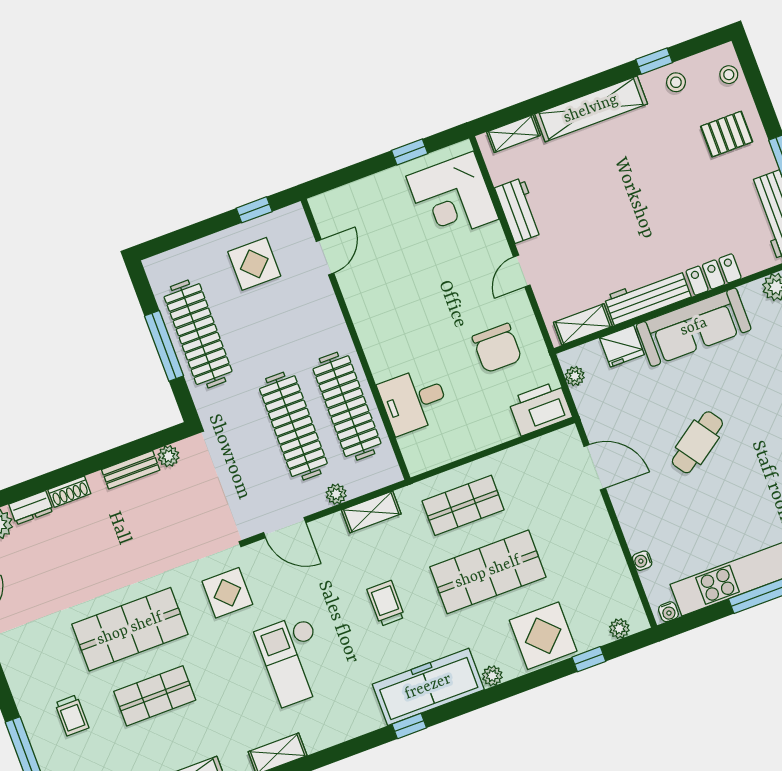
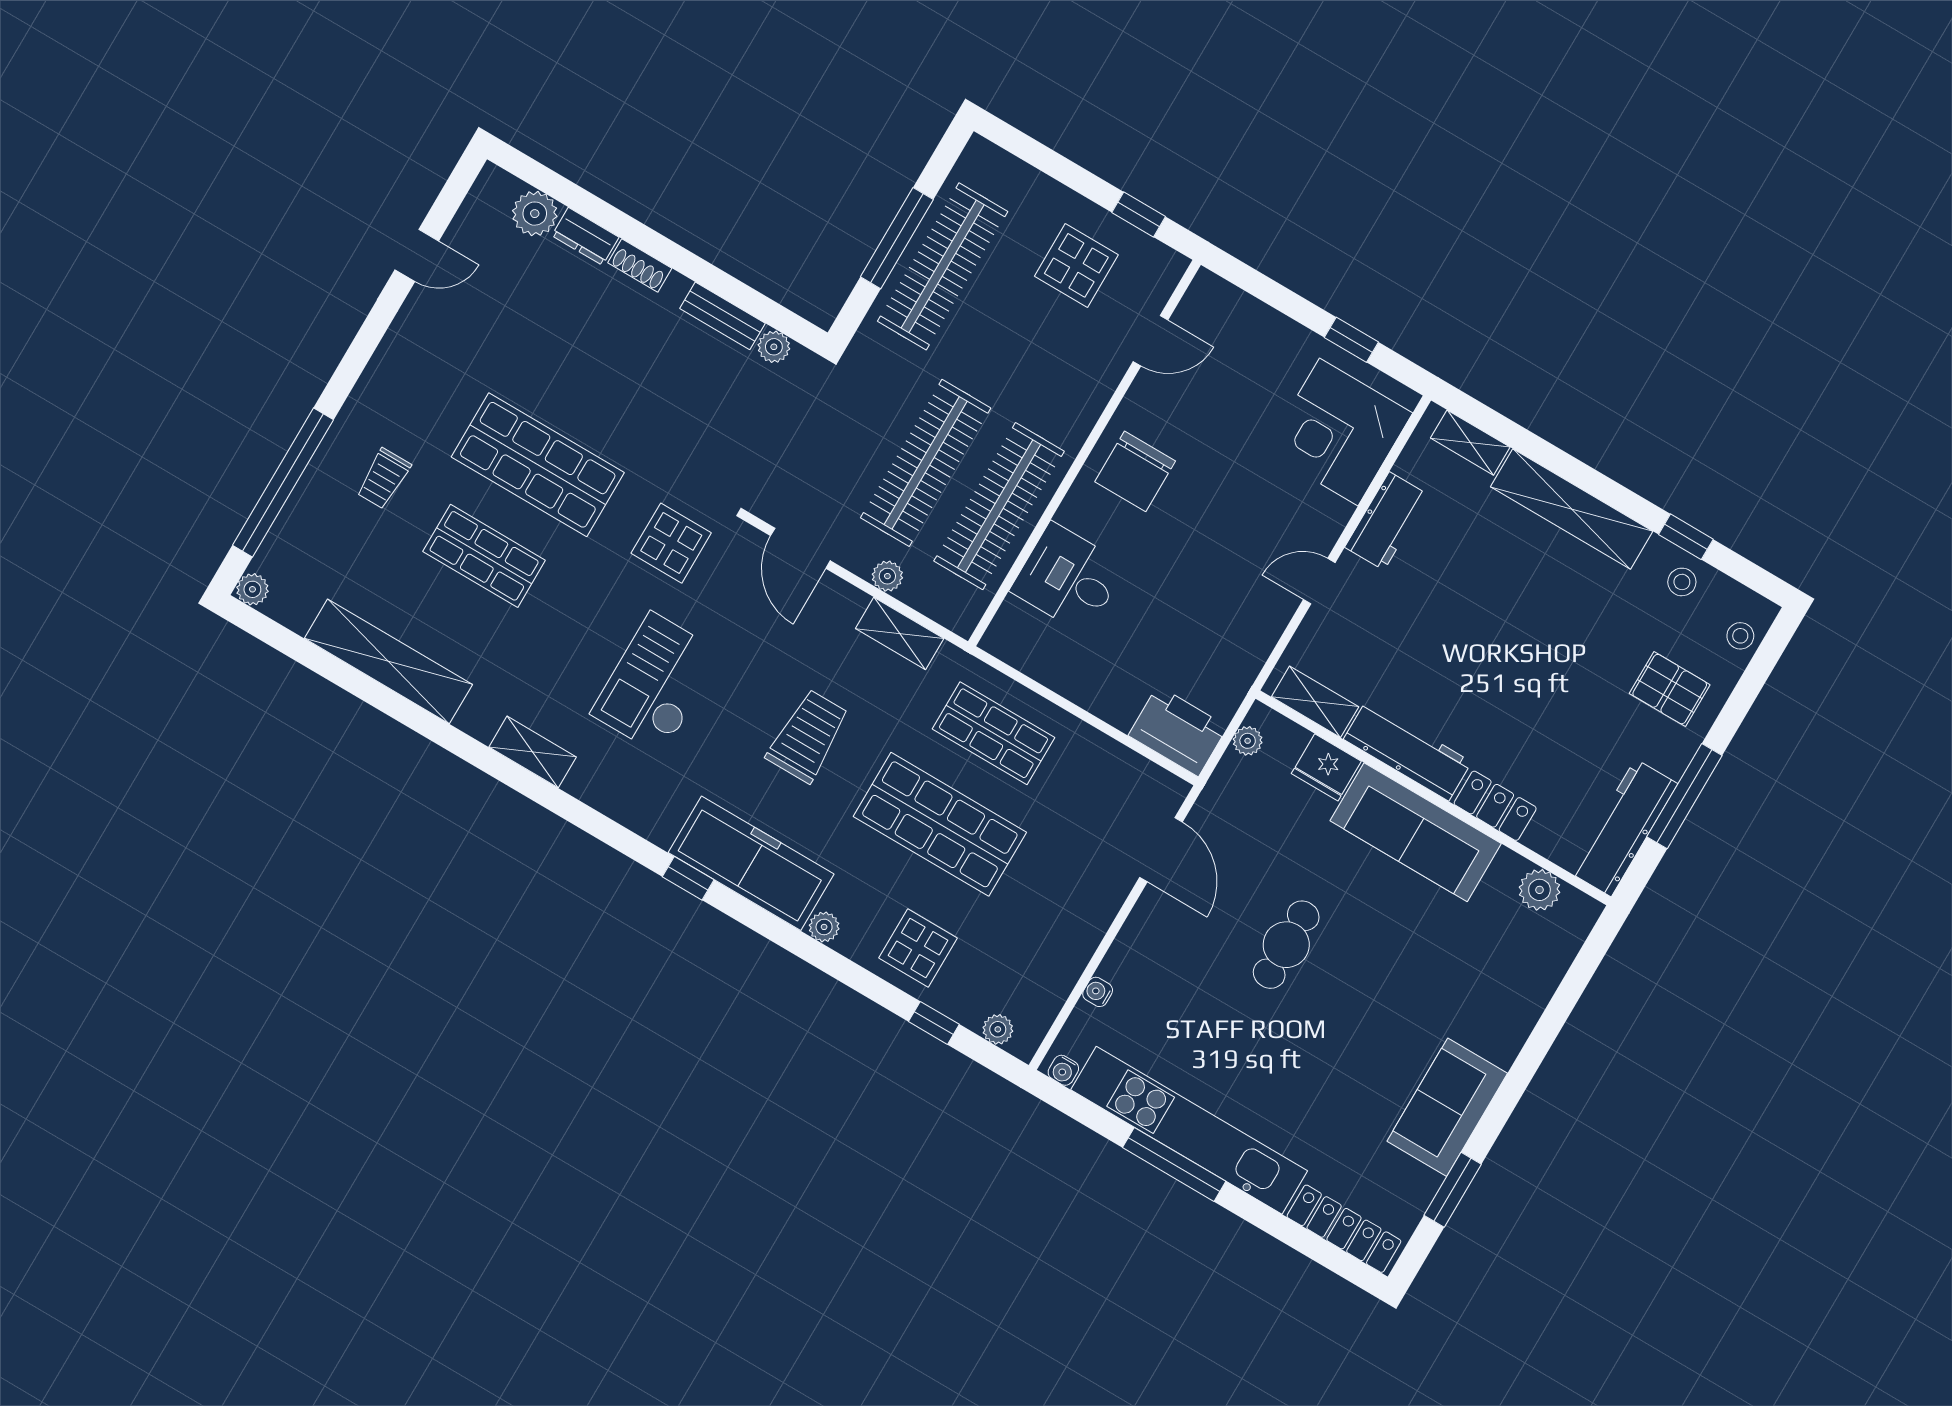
chair: (497, 348) -> (1135, 471), moved
cafe table: (697, 442) -> (1286, 945), turned -55
trolley: (386, 603) -> (808, 736), width x1.36, depth x1.39
display table: (543, 636) -> (918, 948), width x0.73, depth x0.73

